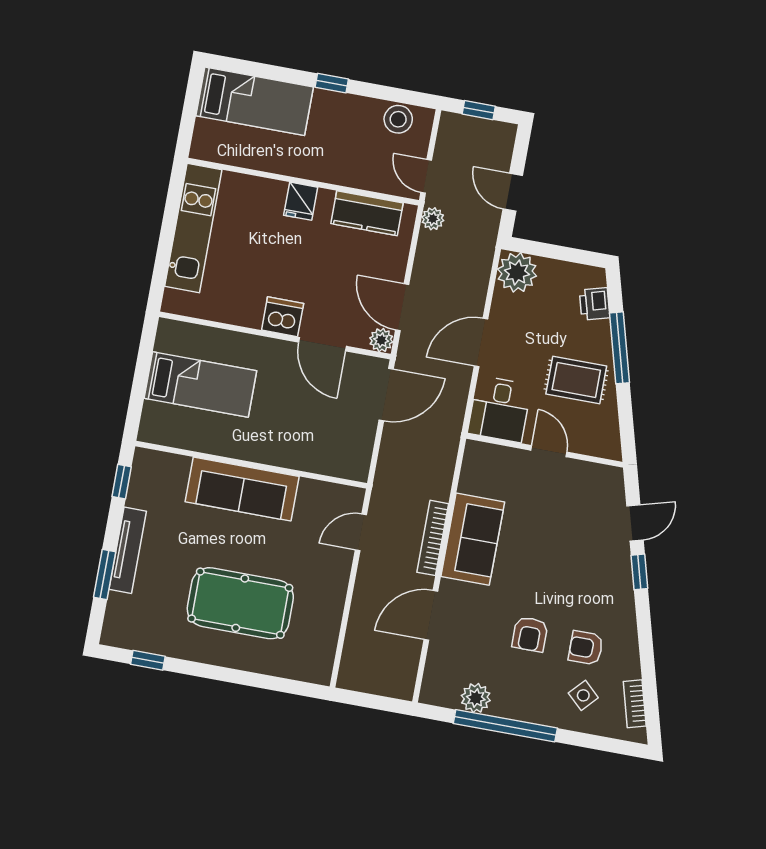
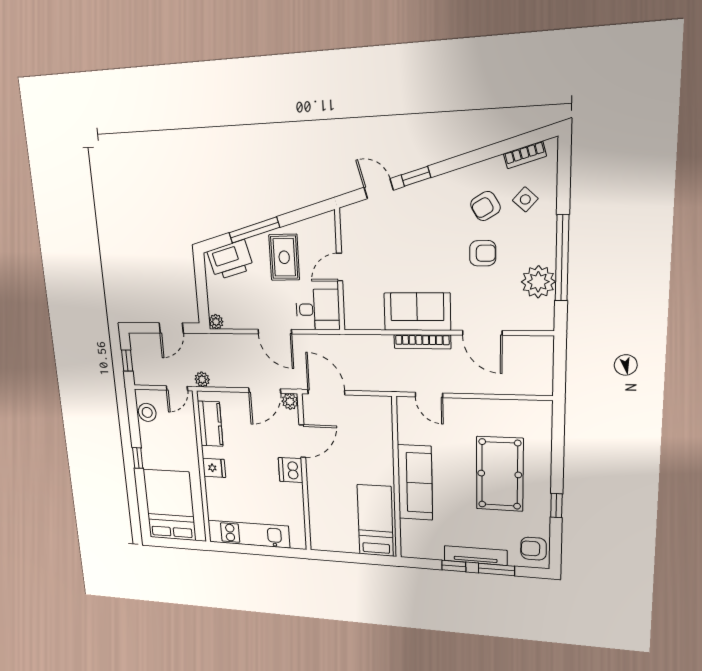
bed: (255, 101) -> (169, 505), width x1.50
plant: (517, 272) -> (216, 322), width x0.53, depth x0.53
printer: (595, 304) -> (230, 260), width x1.87, depth x1.48
bed: (200, 385) -> (375, 521), moved
window: (122, 482) -> (454, 566), moved
armchair: (130, 628) -> (534, 549), added
armchair: (586, 648) -> (485, 206), turned 60
window: (148, 660) -> (556, 506), moved
plant: (476, 698) -> (538, 282), width x1.36, depth x1.36

